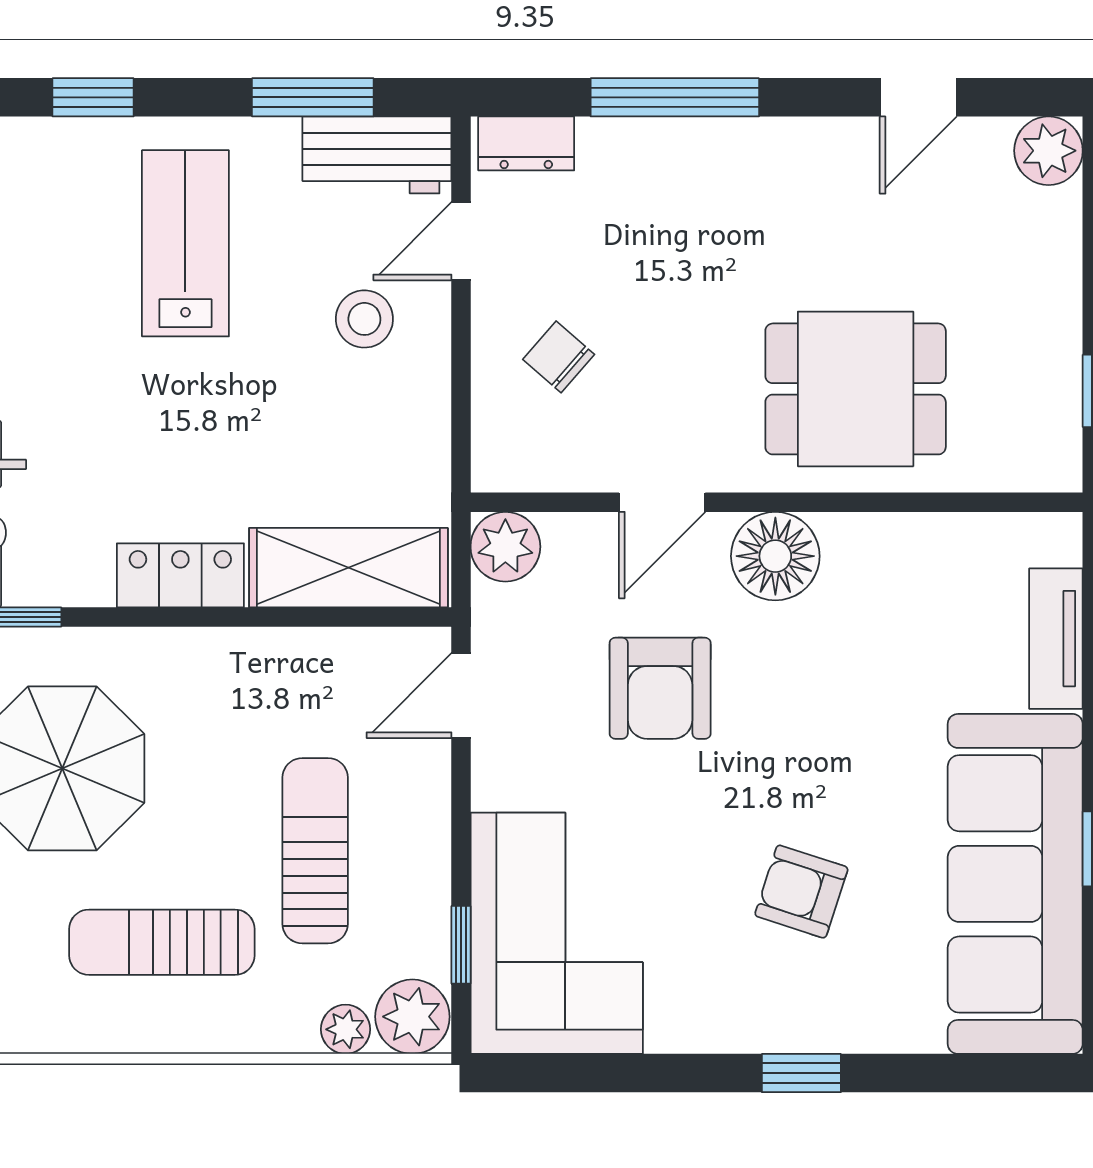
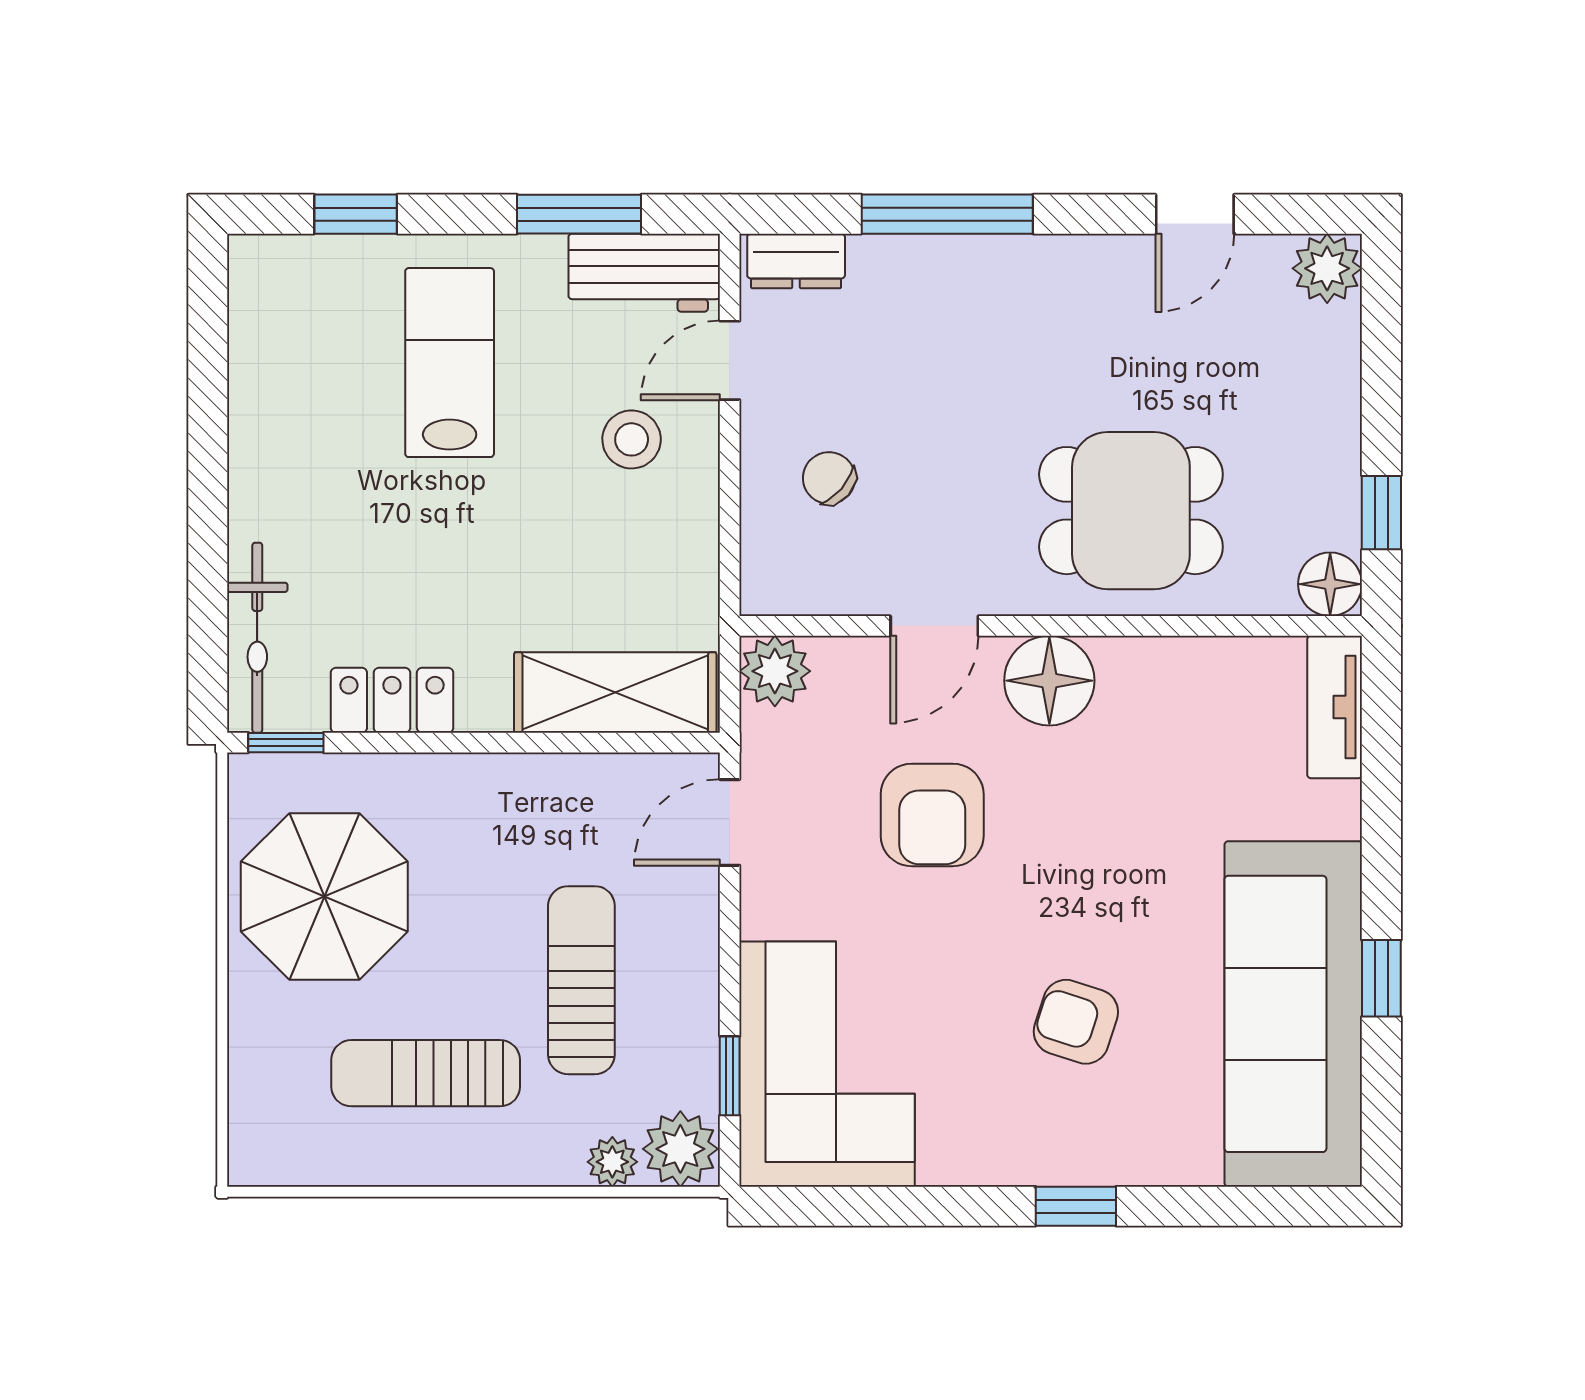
floor lamp: (1051, 461) -> (1330, 584), added
locker: (180, 575) -> (392, 700), moved
tv unit: (1056, 639) -> (1335, 707), moved

